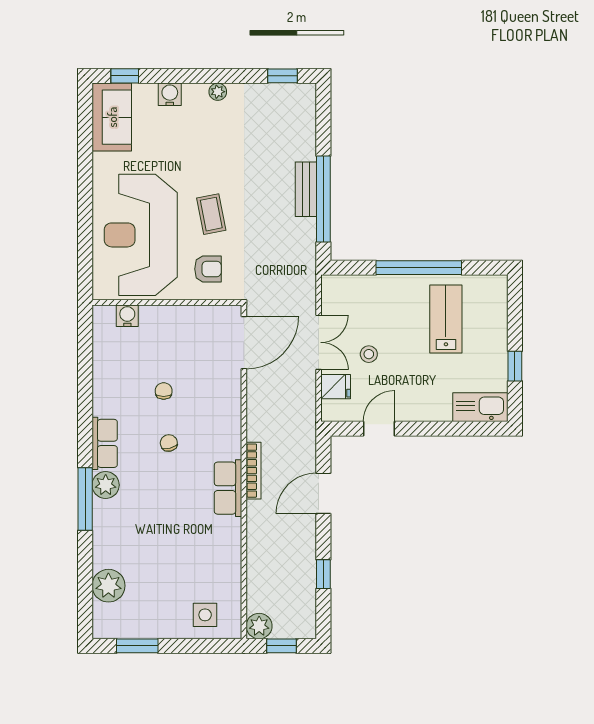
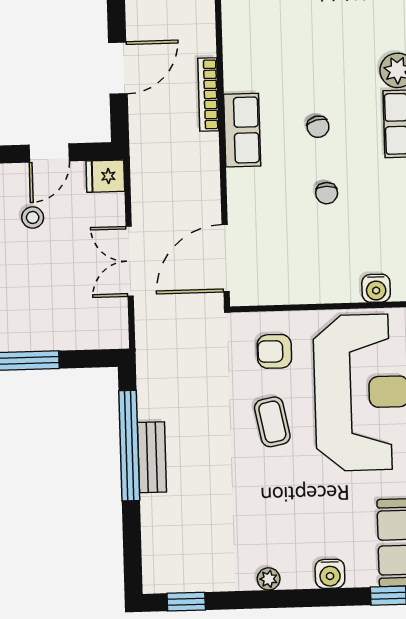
stool: (369, 354) -> (33, 217), moved
fridge: (336, 387) -> (105, 176), moved
row of seats: (228, 488) -> (242, 130), moved

